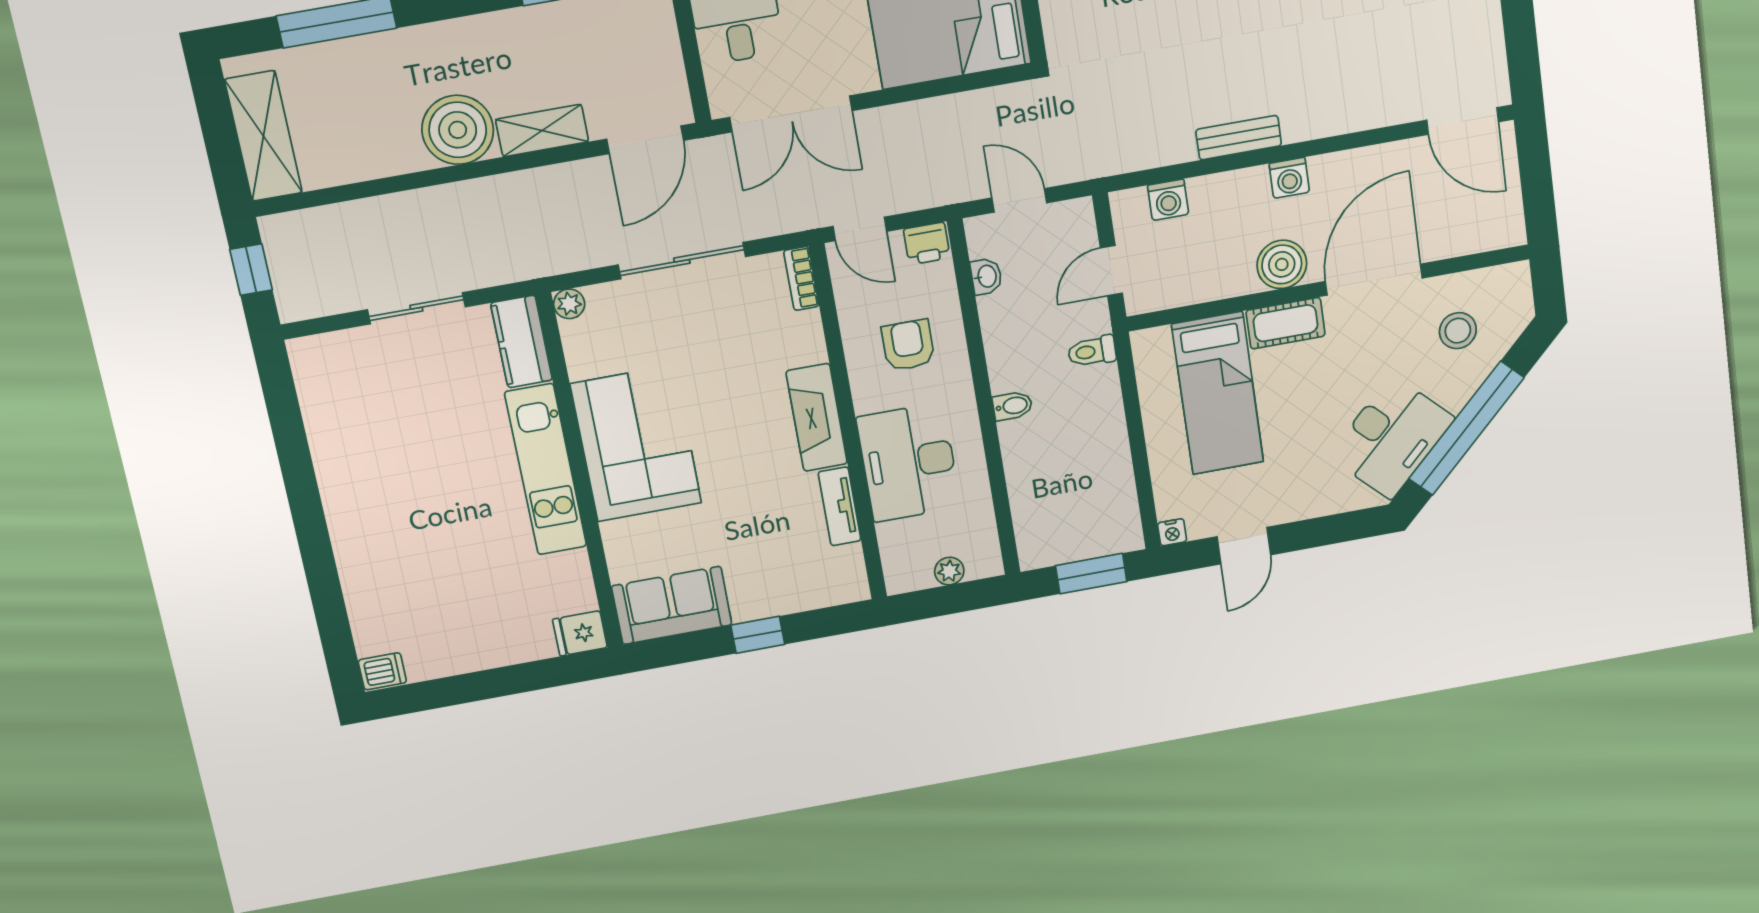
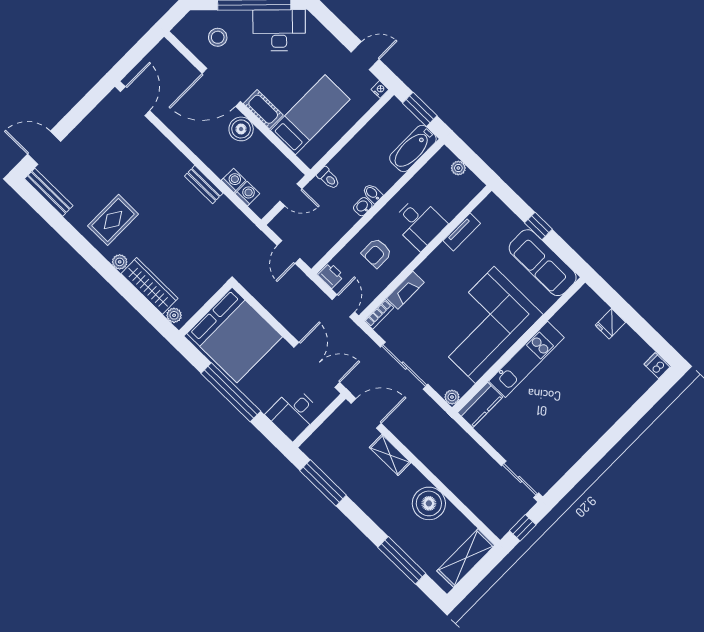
boiler: (458, 130) -> (429, 503), moved
washing machine: (1289, 178) -> (234, 180), moved
washbasin: (986, 276) -> (363, 207), moved
sliding door: (416, 308) -> (520, 479), moved
fireplace: (817, 417) -> (405, 290), moved, width x0.73, depth x0.76
corner sofa: (636, 444) -> (485, 325), width x1.36, depth x1.36
desk: (909, 462) -> (419, 223), width x0.73
bathtub: (1036, 520) -> (413, 148), added
sofa: (672, 605) -> (543, 263), width x1.36
fridge: (580, 633) -> (610, 324), moved, turned 90

